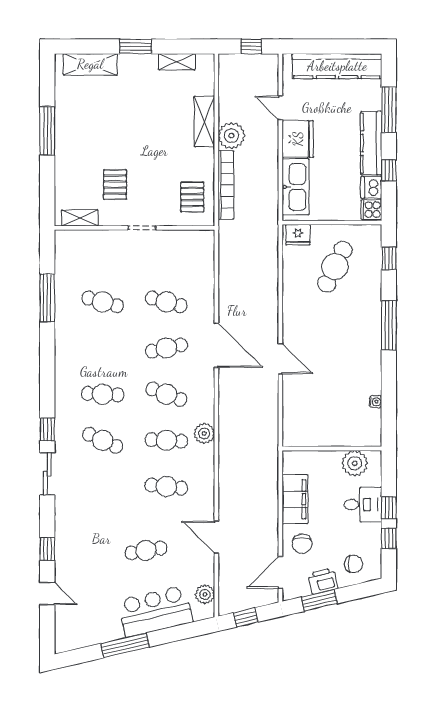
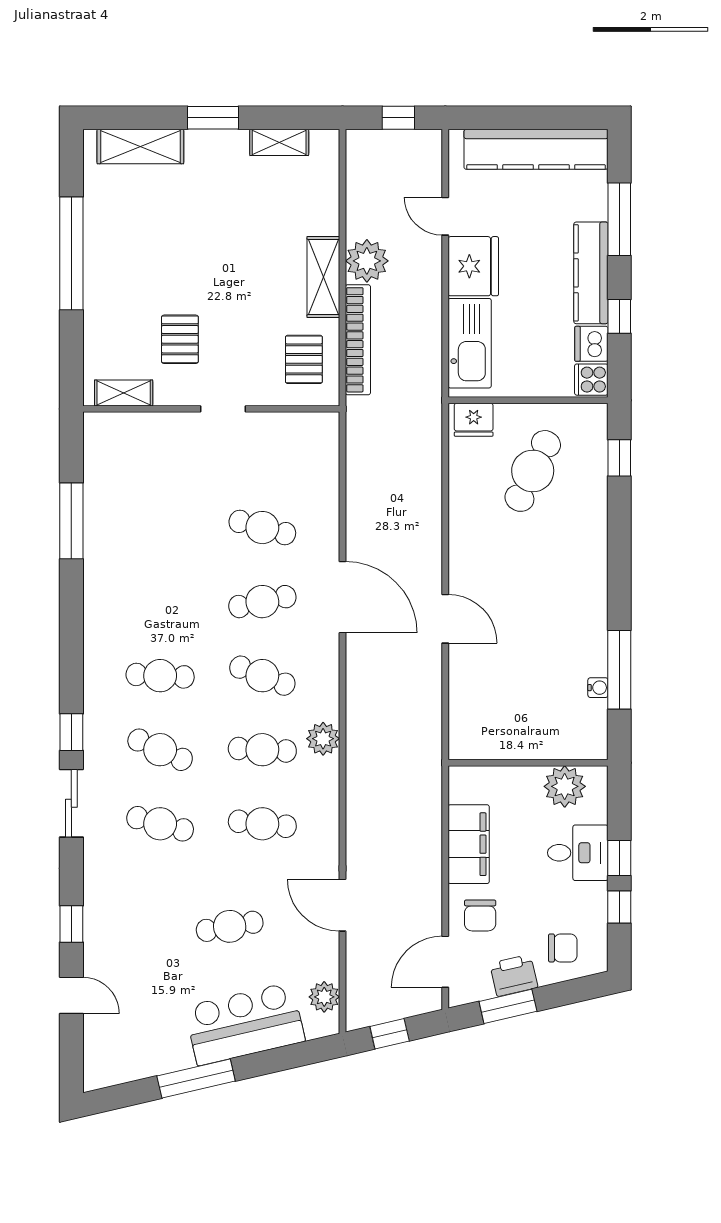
shelving: (204, 121) -> (323, 277), moved
window: (47, 131) -> (71, 253), width x1.46
cafe table: (103, 302) -> (160, 824), moved
window: (389, 325) -> (619, 670), moved

